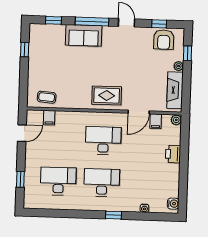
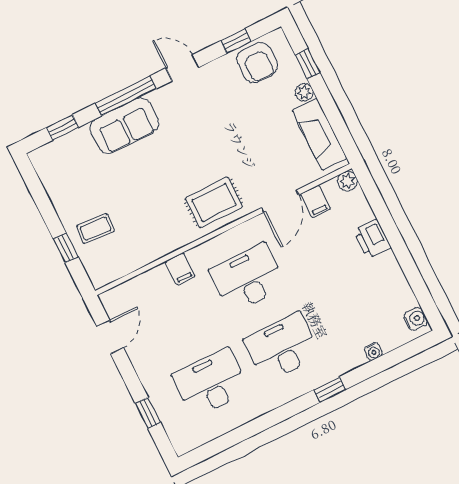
window: (25, 50) -> (66, 248), moved
coffee table: (47, 97) -> (96, 229), moved
filing cabinet: (49, 118) -> (180, 269), moved

